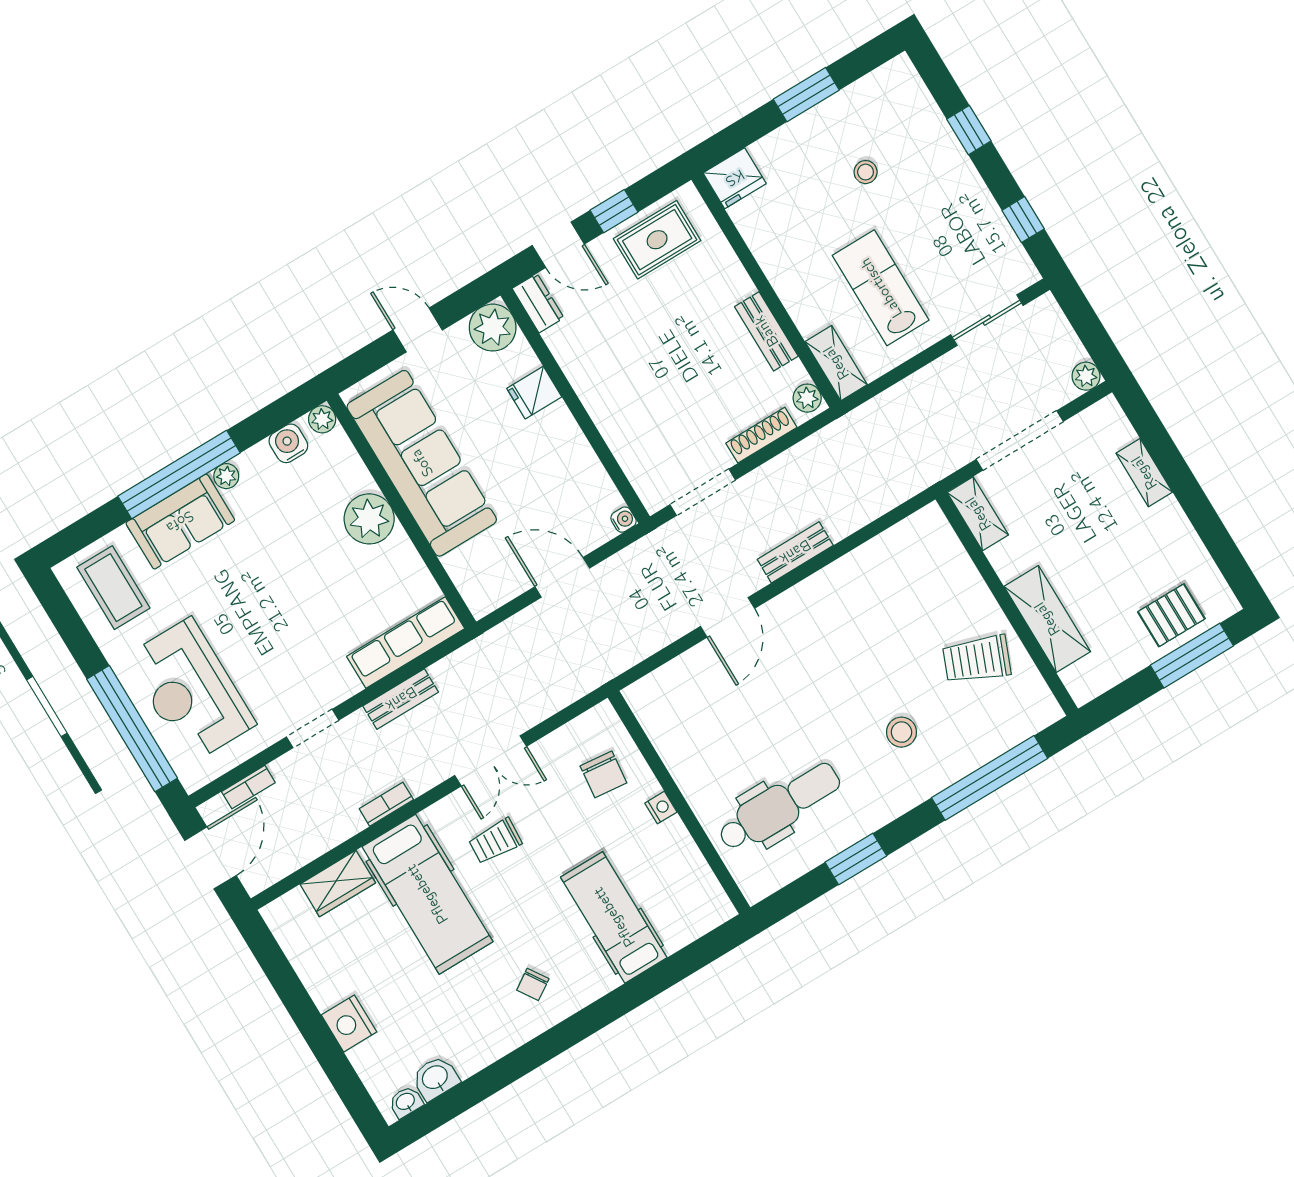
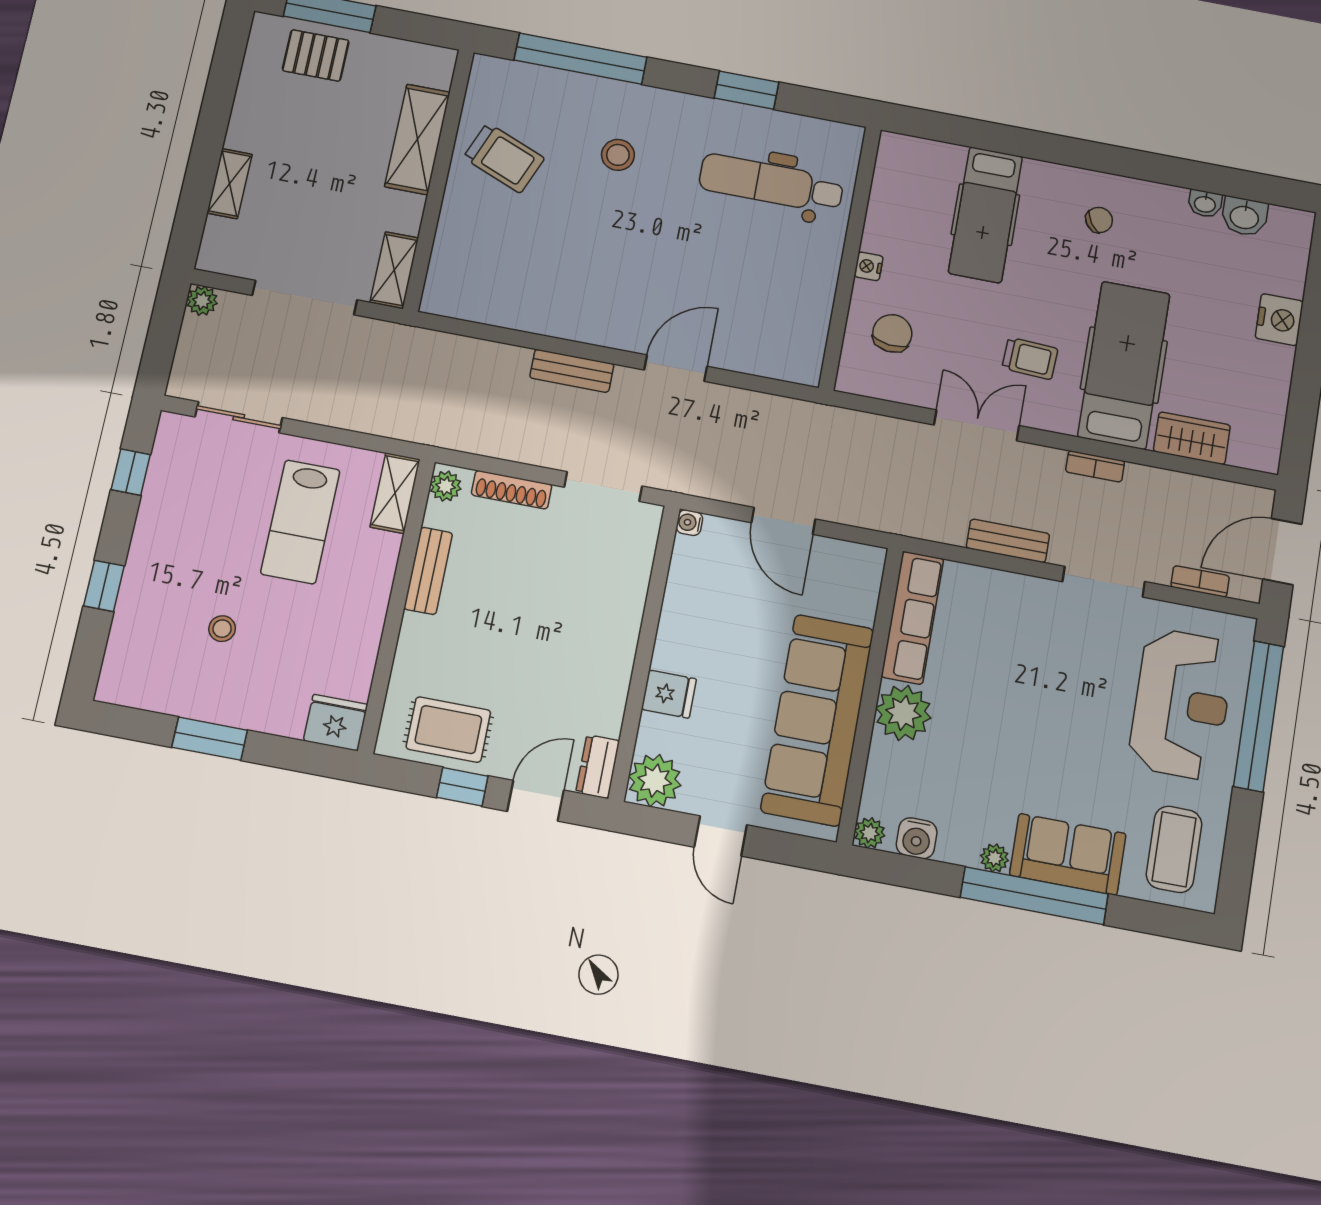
door: (558, 245) -> (535, 801), hinge flipped
row of seats: (406, 643) -> (912, 618), moved, turned -90
doorway: (313, 728) -> (1104, 582), width x1.38
washbasin: (406, 1102) -> (1205, 204), moved

